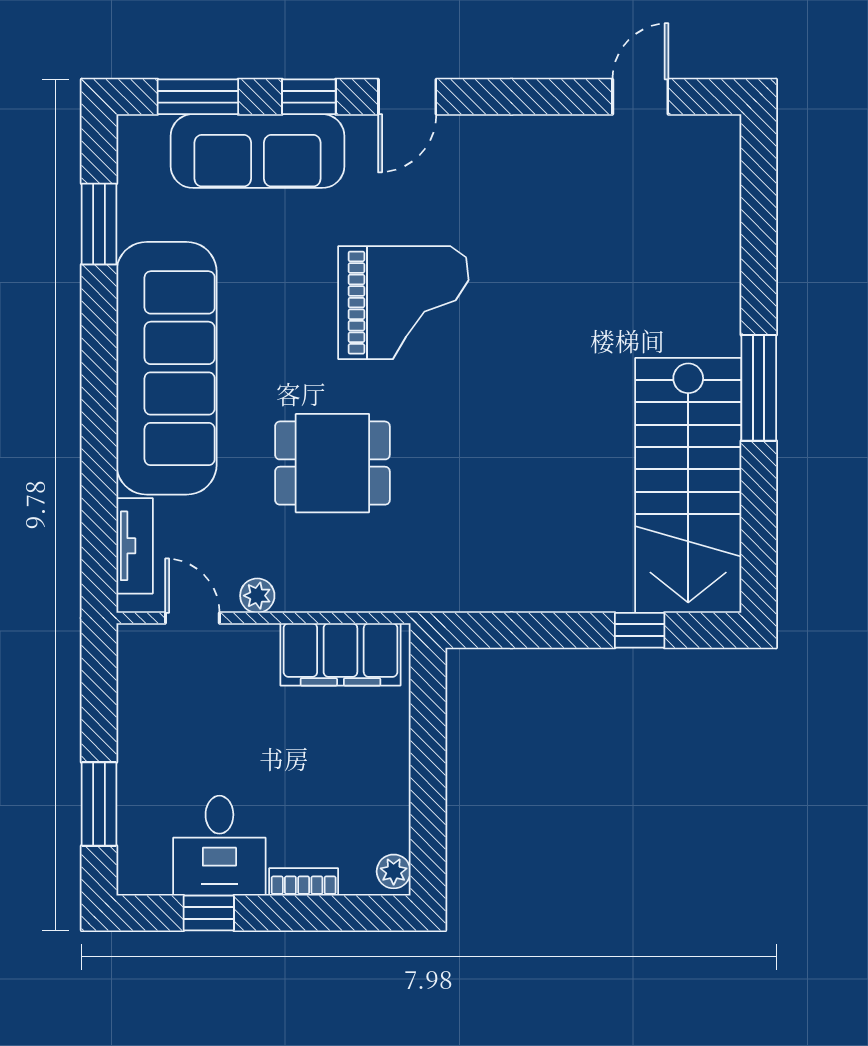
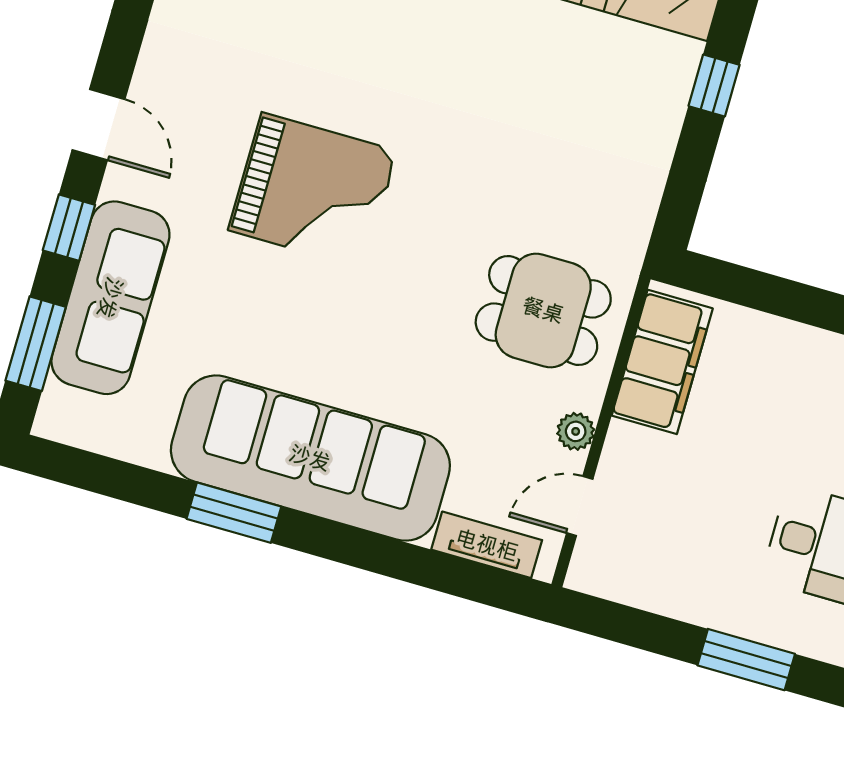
window: (99, 224) -> (234, 513), moved
grand piano: (403, 303) -> (313, 191), turned 90
dining table: (332, 463) -> (543, 310), moved, turned 90
window: (640, 630) -> (714, 85), moved

